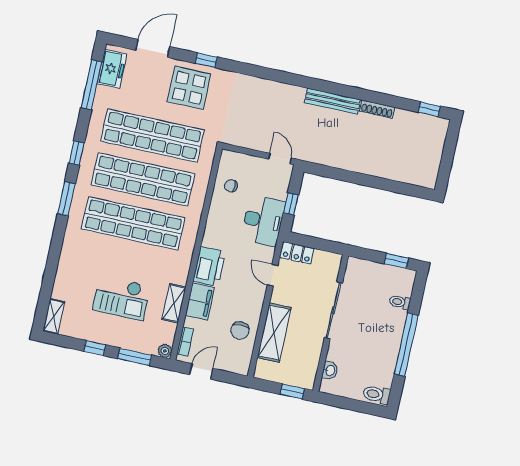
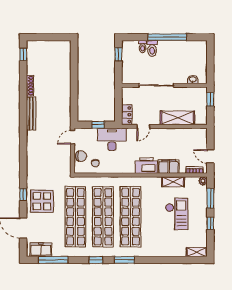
chair: (240, 330) -> (81, 156), moved
toilet: (377, 395) -> (152, 48), moved

